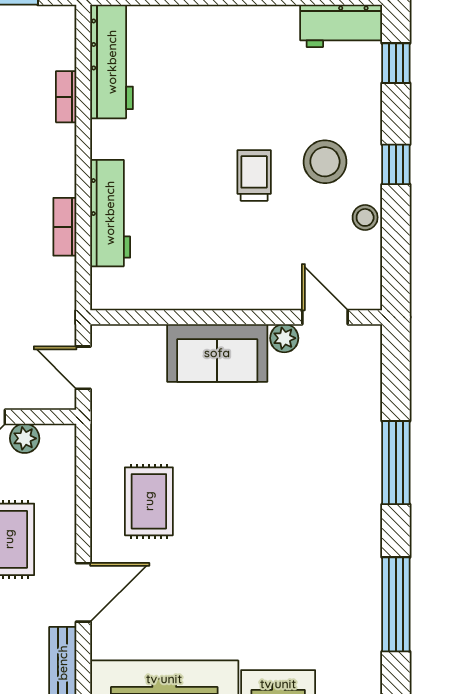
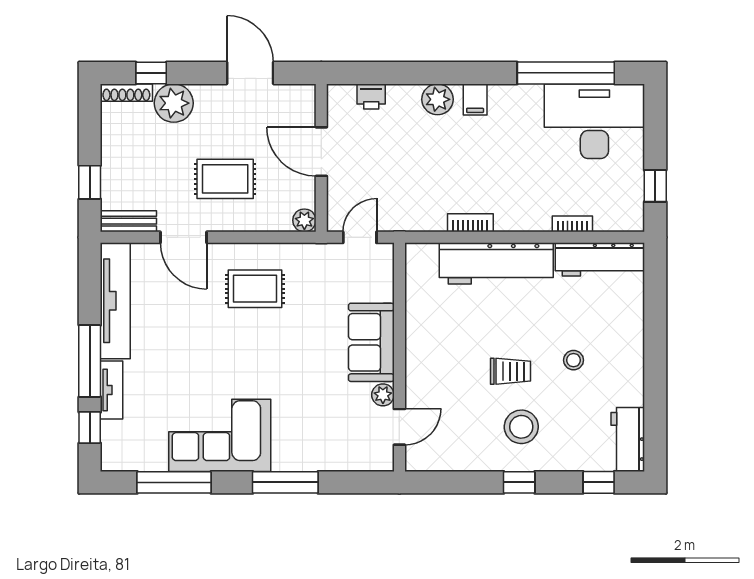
workbench: (110, 213) -> (496, 263), width x1.36, depth x1.32
stool: (365, 217) -> (574, 360), moved
plant: (25, 438) -> (304, 220), moved
corner sofa: (336, 546) -> (220, 435), added

